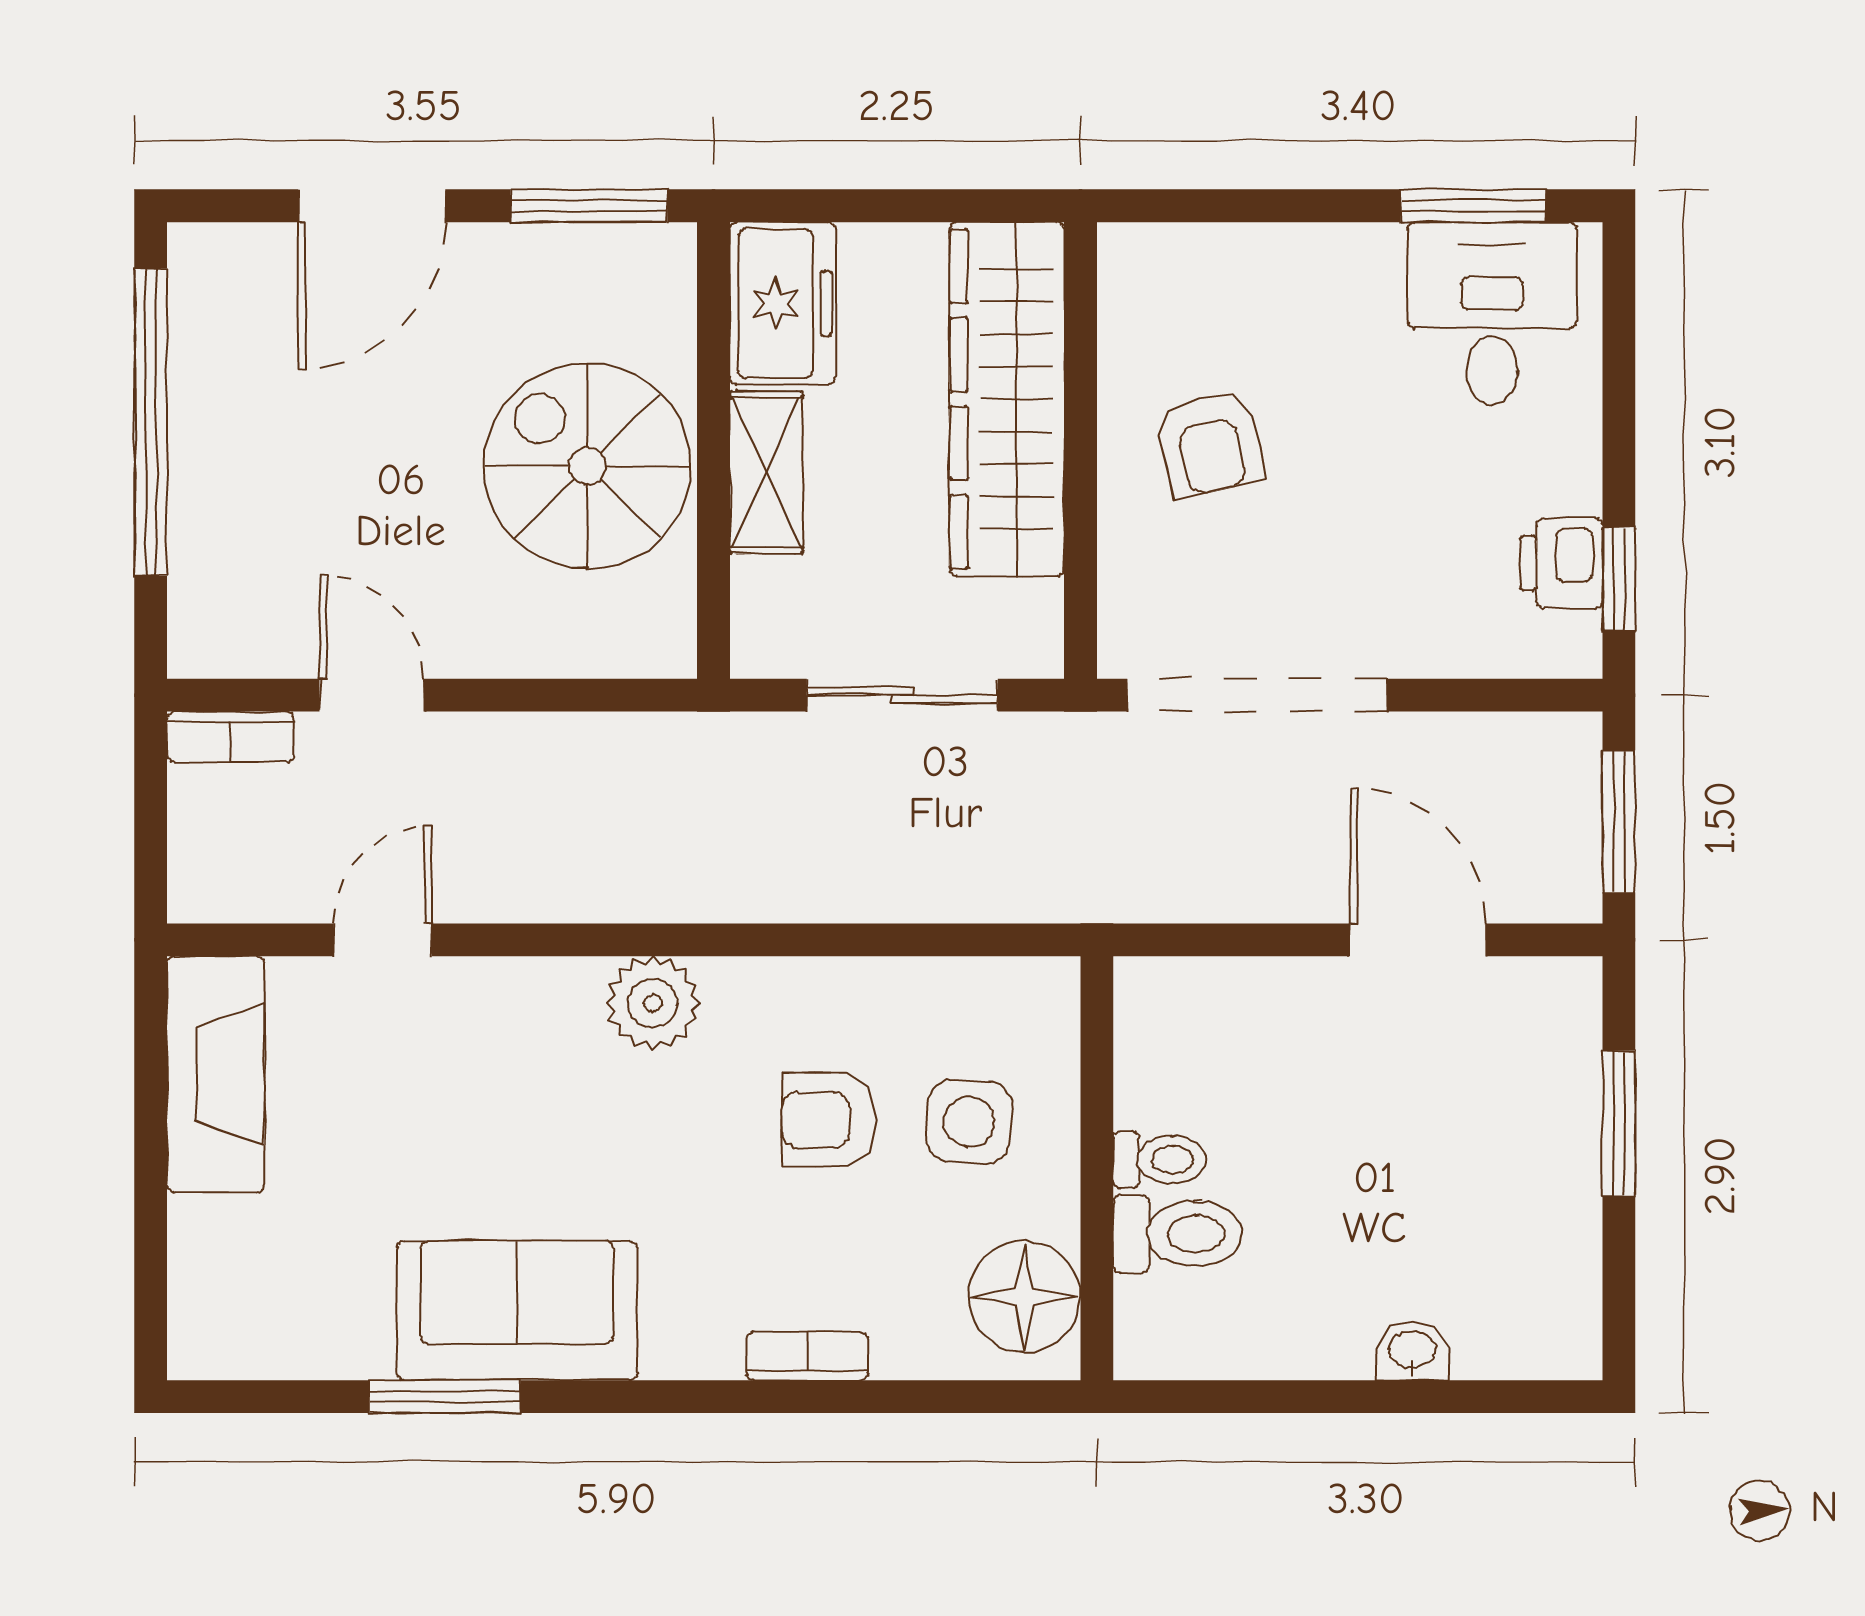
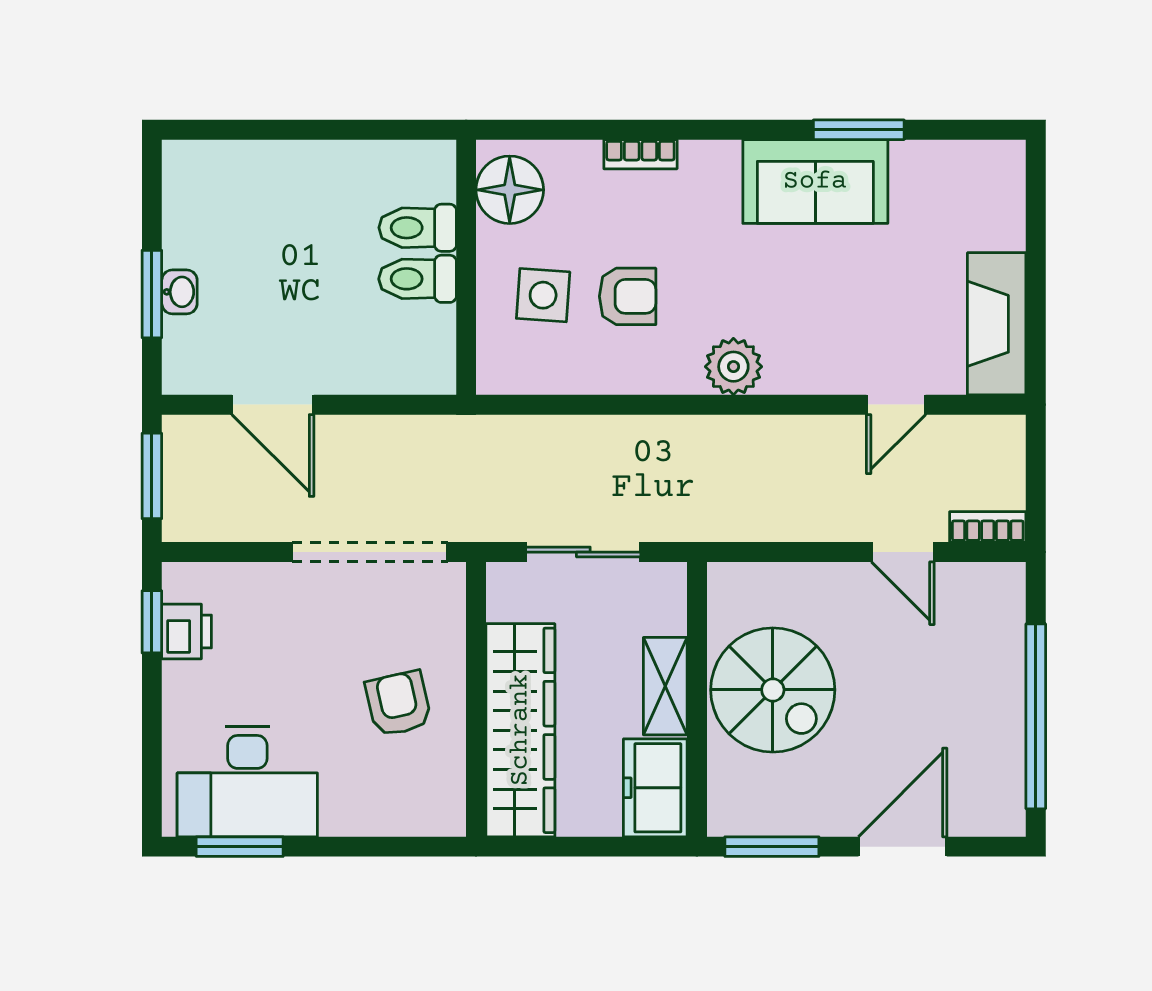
desk: (1492, 314) -> (247, 782), width x1.37
toilet: (1160, 1160) -> (418, 279), width x1.37, depth x1.39
washbasin: (1412, 1351) -> (179, 292), moved, turned -90

